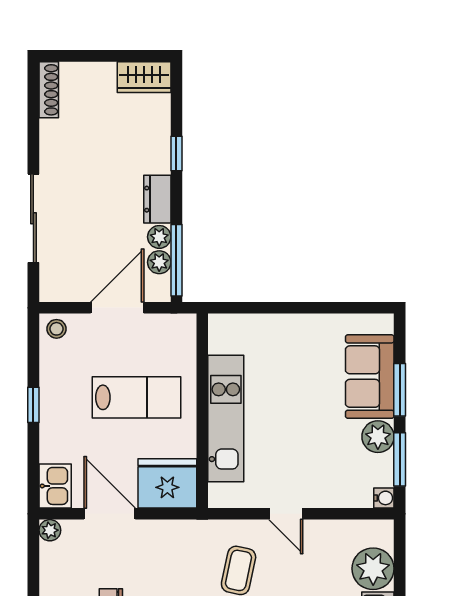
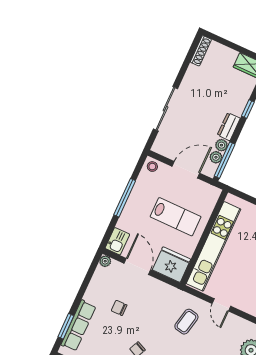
window: (33, 405) -> (125, 198), width x2.17
kitchen unit: (226, 419) -> (214, 246), width x1.36

